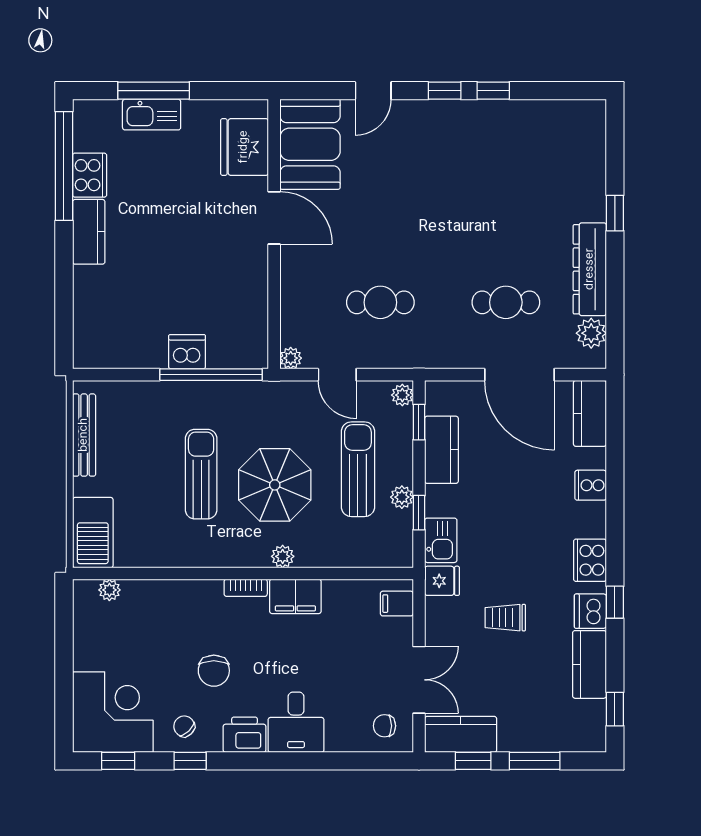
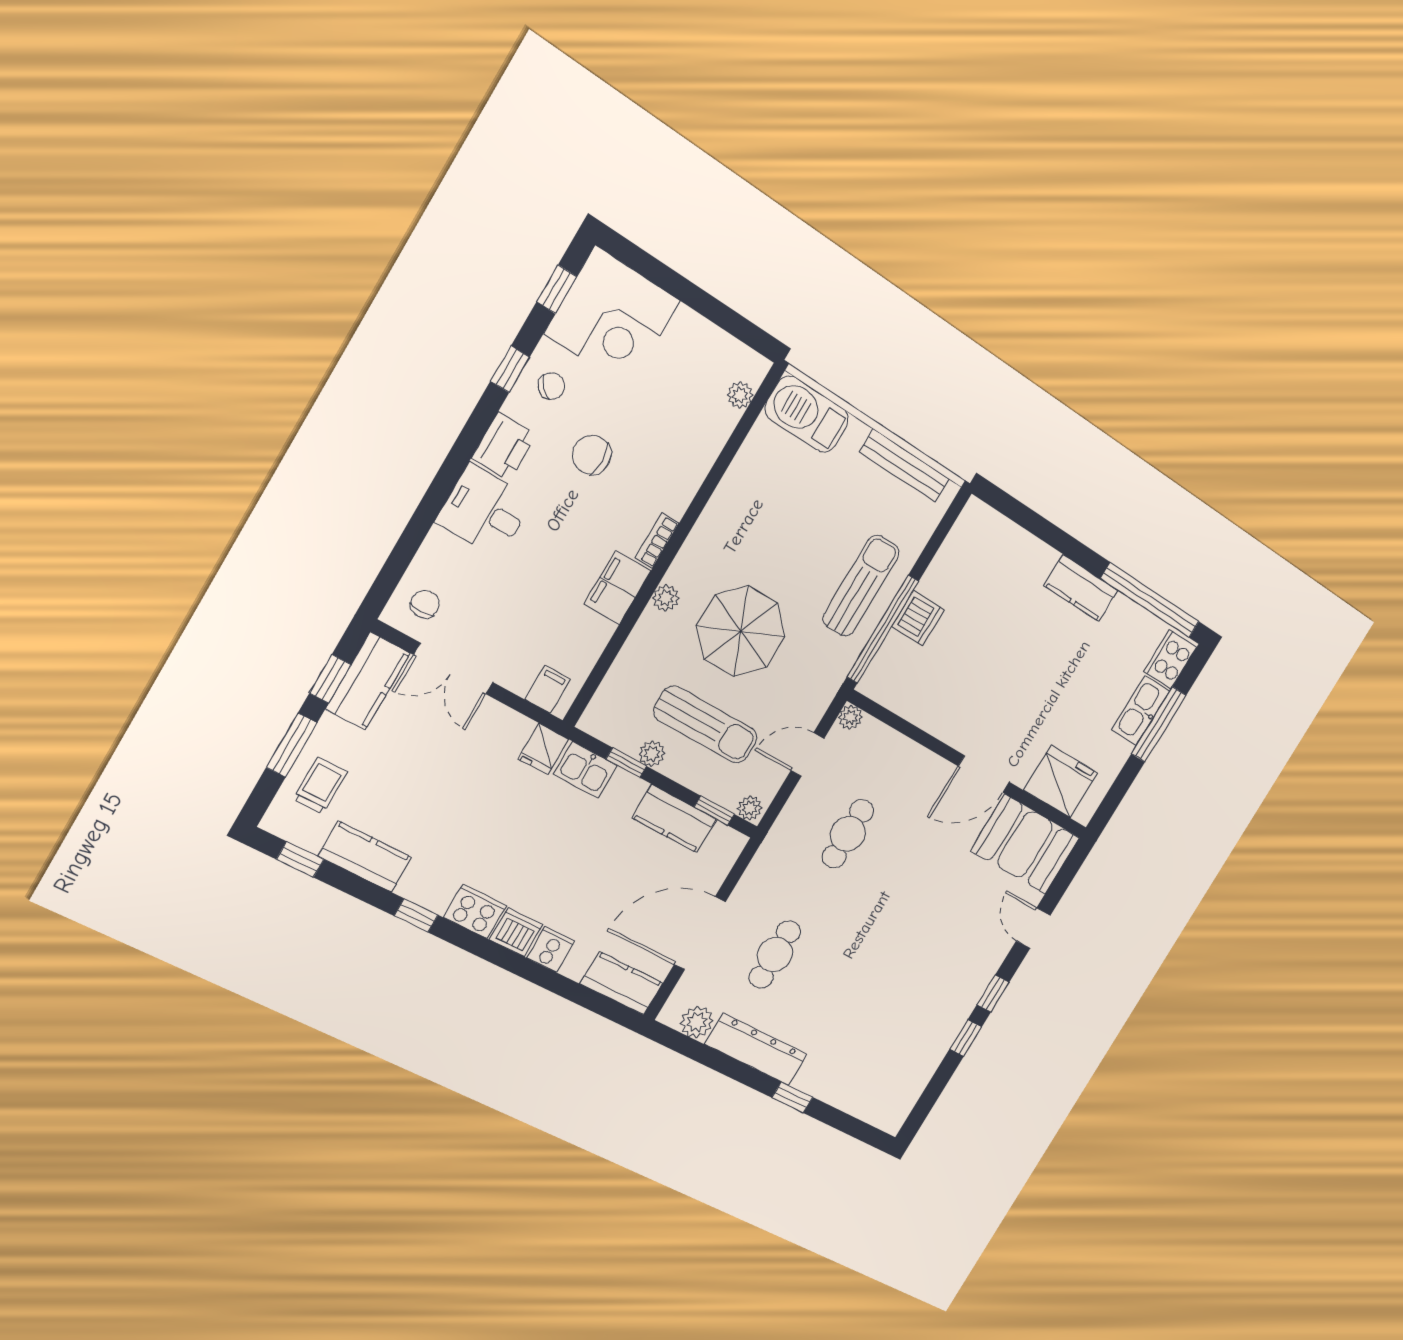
cooker: (90, 175) -> (1170, 659), moved, turned 90
sun lounger: (201, 474) -> (861, 586), moved, turned -90
dishwasher: (590, 611) -> (516, 932), moved
trolley: (505, 618) -> (320, 786), moved

